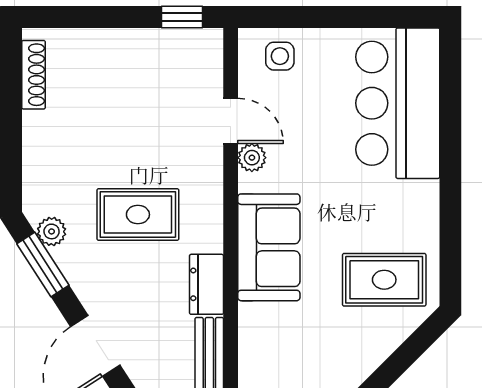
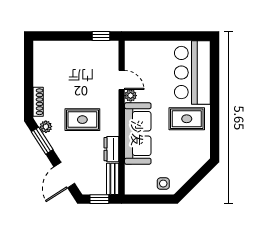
side table: (280, 56) -> (163, 184), moved
shoe rack: (33, 75) -> (38, 102), moved
sofa: (269, 247) -> (138, 133), width x1.36
rug: (384, 280) -> (187, 119), moved

